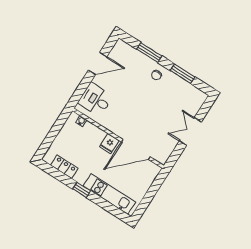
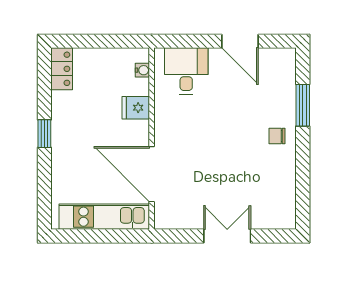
window: (183, 74) -> (303, 172), removed
fridge: (109, 144) -> (136, 108), moved
locker: (64, 167) -> (62, 69), moved
kitchen unit: (109, 194) -> (104, 217), moved, turned -90

